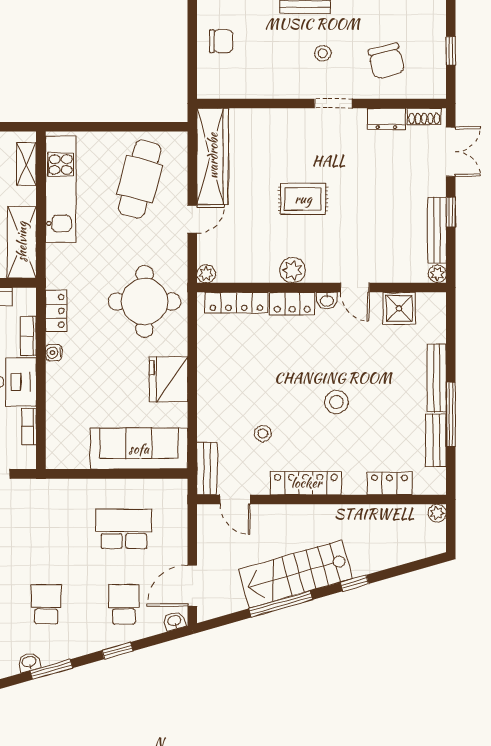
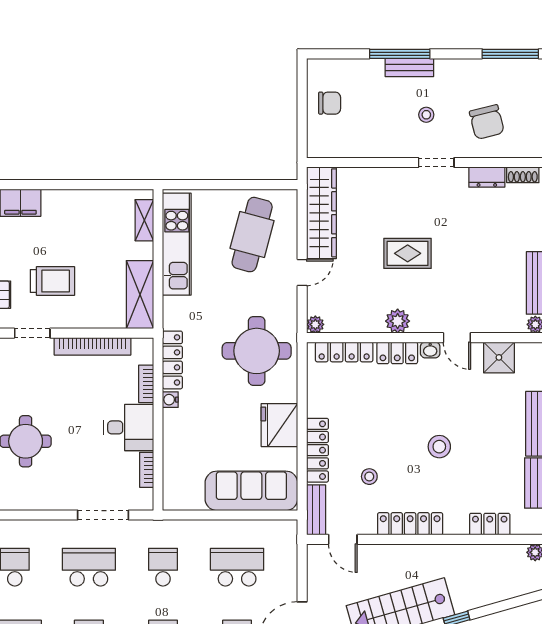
locker: (56, 311) -> (172, 360), width x1.53
locker: (208, 406) -> (317, 450), added
school desk: (46, 529) -> (163, 567), added

